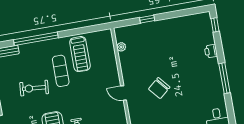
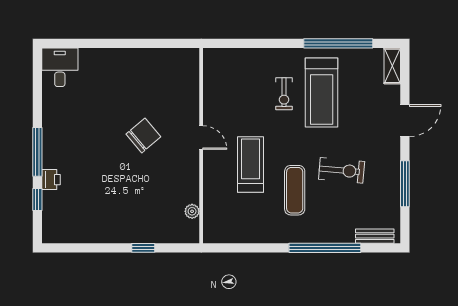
window: (215, 25) -> (37, 199), moved
treadmill: (80, 54) -> (251, 164), moved
window: (224, 78) -> (37, 152), moved

